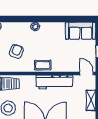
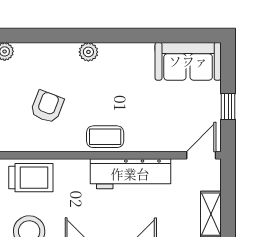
door: (87, 74) -> (201, 155), hinge flipped

